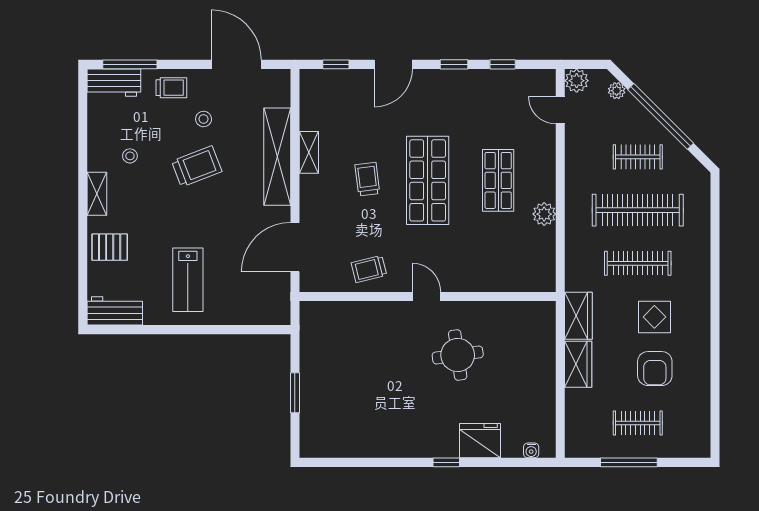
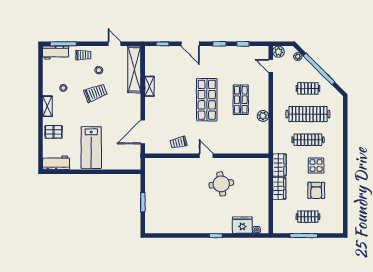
door: (236, 64) -> (115, 44), width x0.53
door: (393, 64) -> (190, 44), hinge flipped
shelving: (277, 157) -> (134, 69), moved
trolley: (367, 179) -> (178, 99), removed
lab bench: (188, 280) -> (91, 148), width x1.36, depth x1.39
fridge: (480, 441) -> (242, 225), moved

